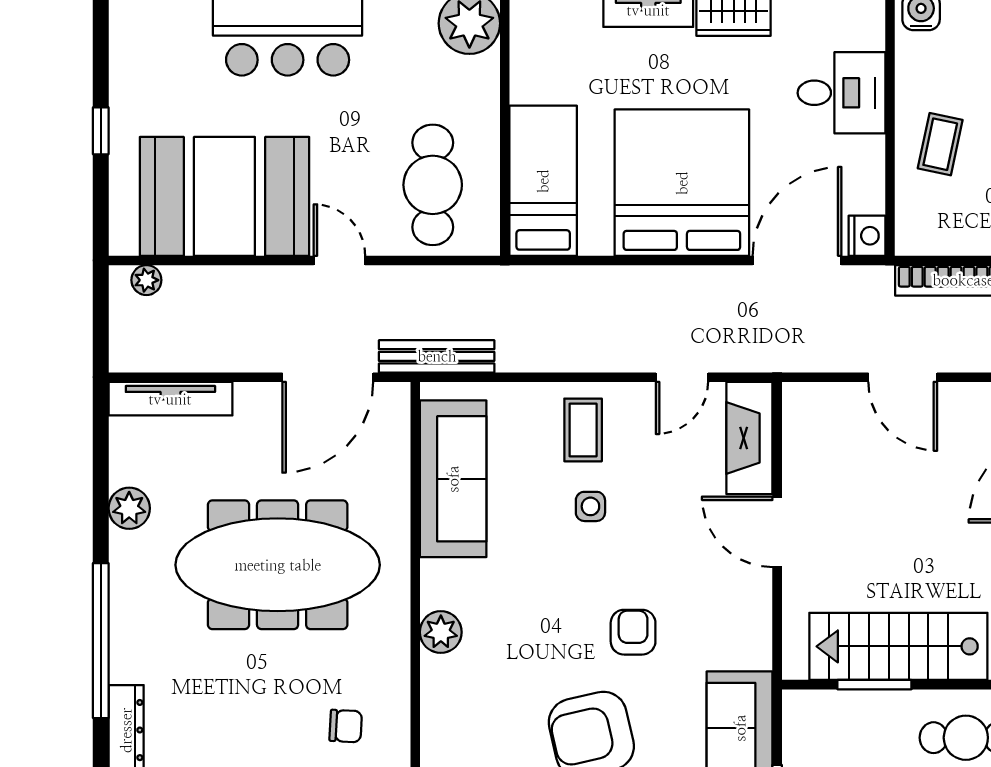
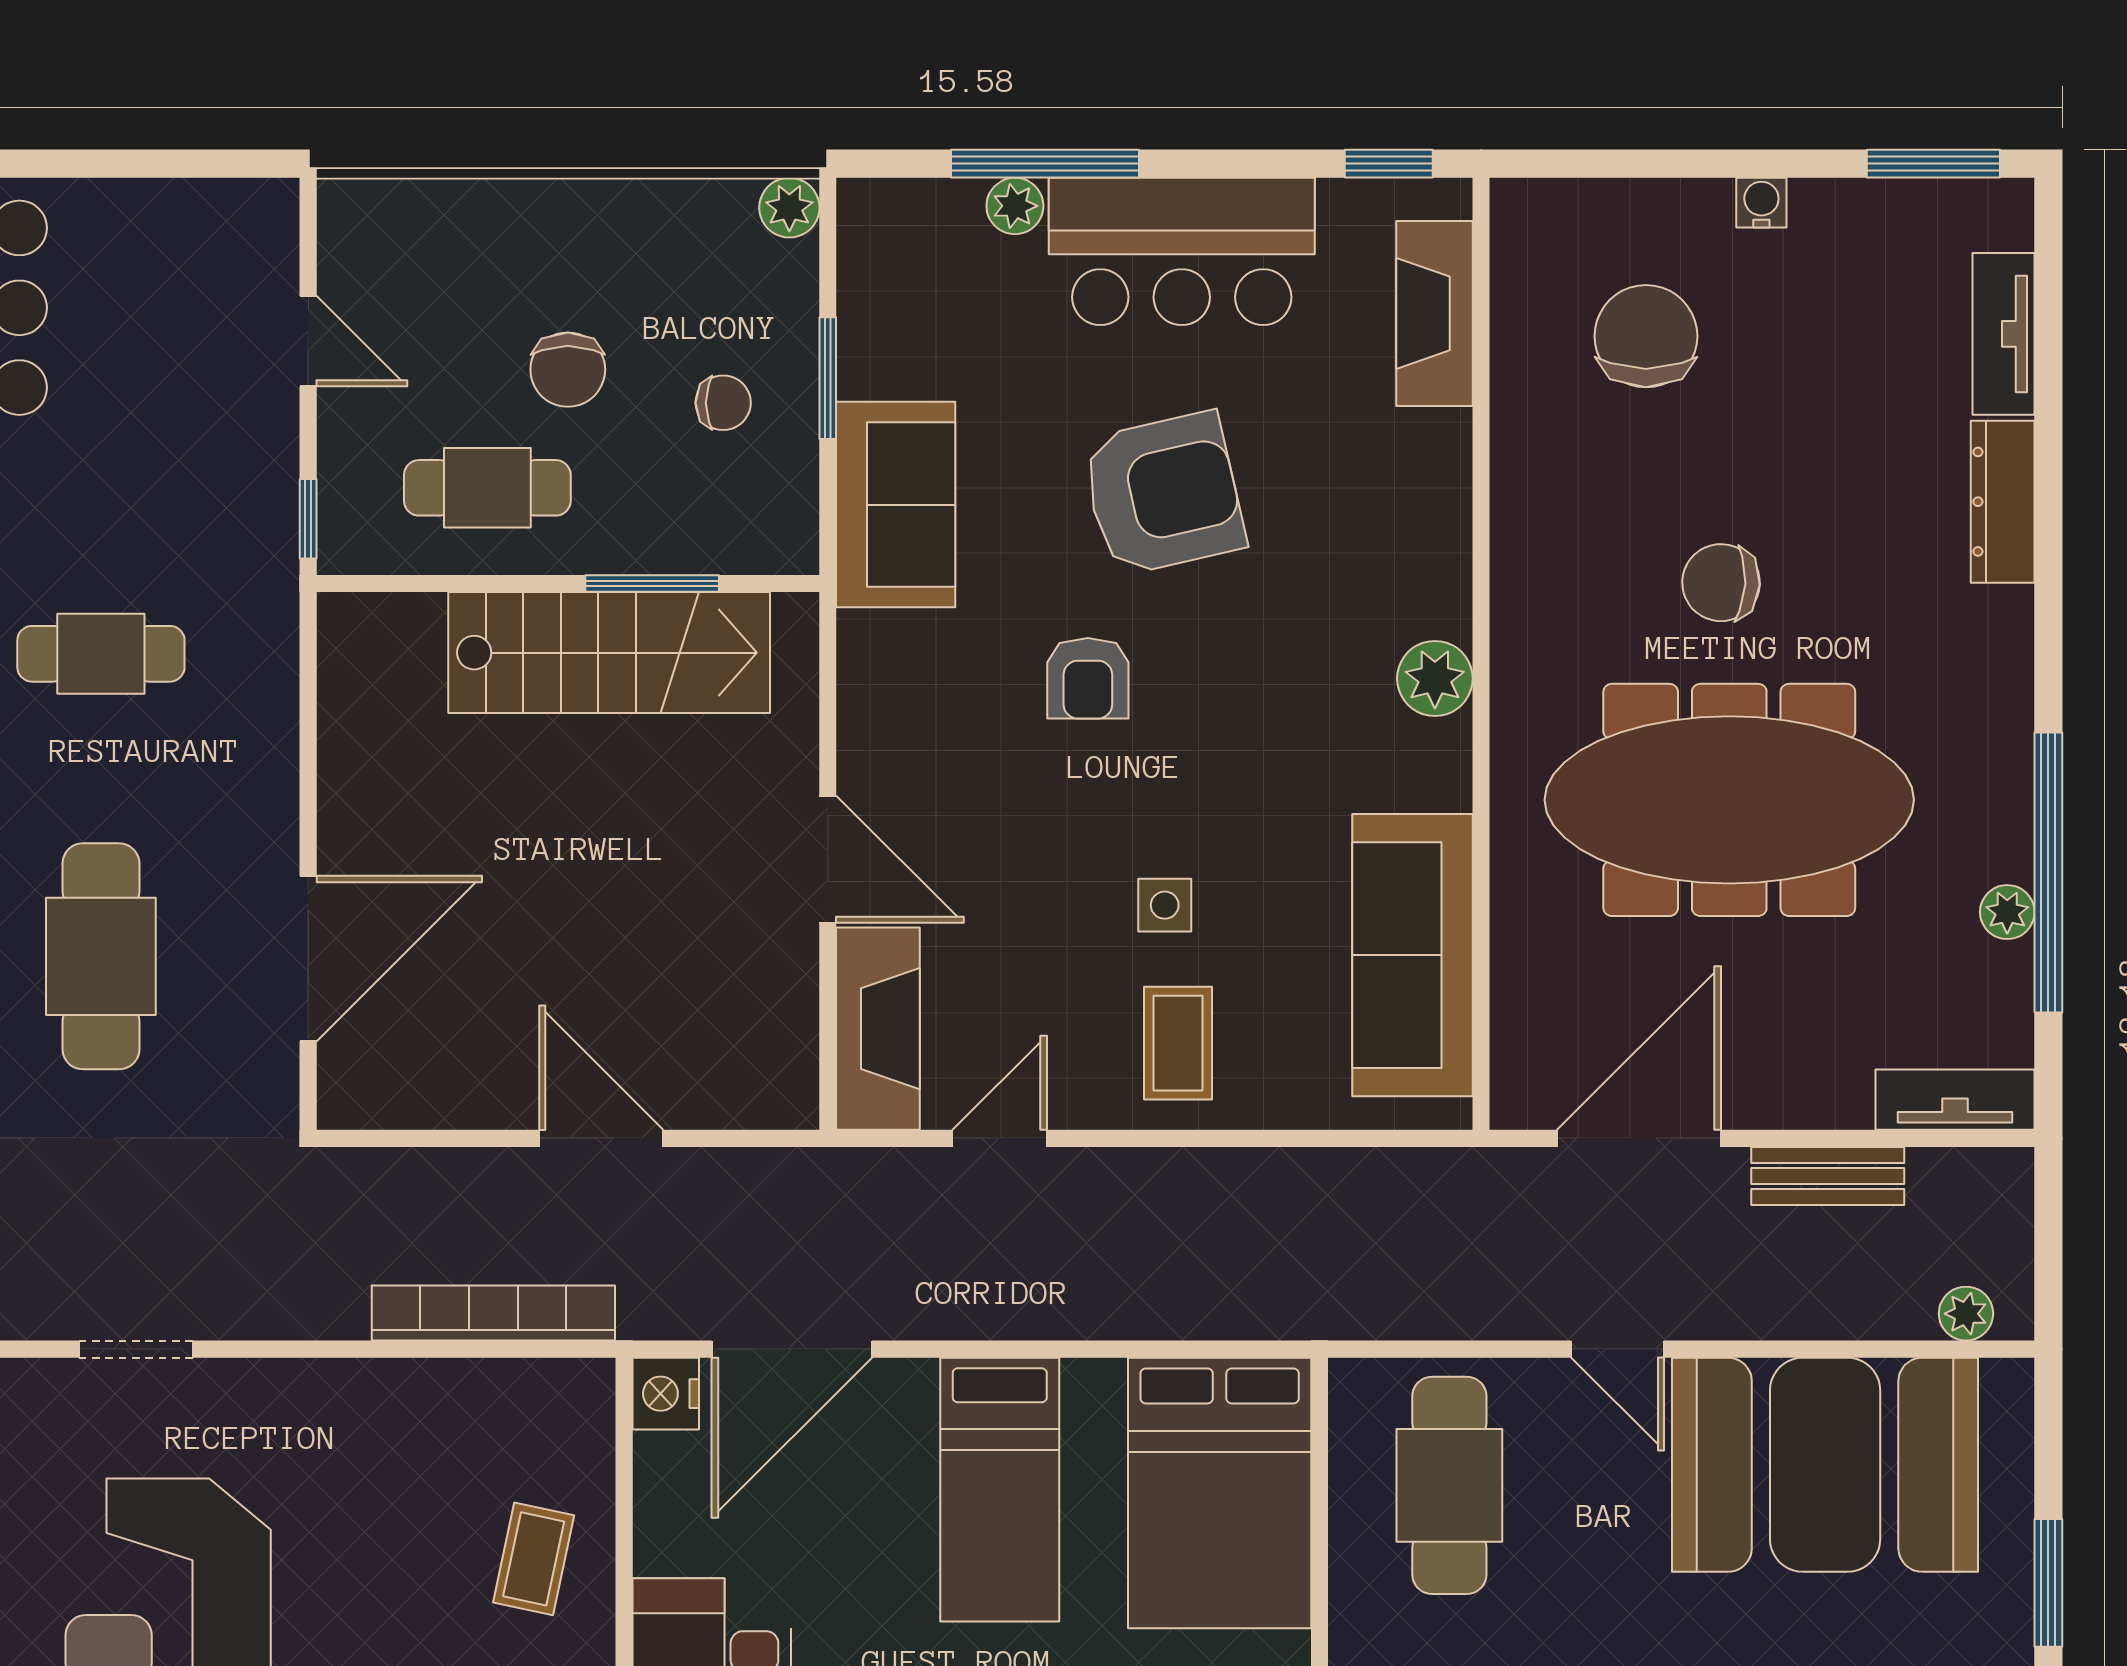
window: (101, 131) -> (2048, 1583), width x1.50
bed: (543, 181) -> (1220, 1493), width x1.50
bed: (682, 183) -> (1000, 1490), width x0.49
bench: (437, 356) -> (1828, 1176), moved, width x0.73
tv unit: (170, 399) -> (1955, 1100), width x0.71
plant: (129, 508) -> (2007, 912), width x0.73, depth x0.73
window: (101, 641) -> (2048, 872), moved
chair: (346, 726) -> (1721, 583), moved, width x1.37, depth x1.37

